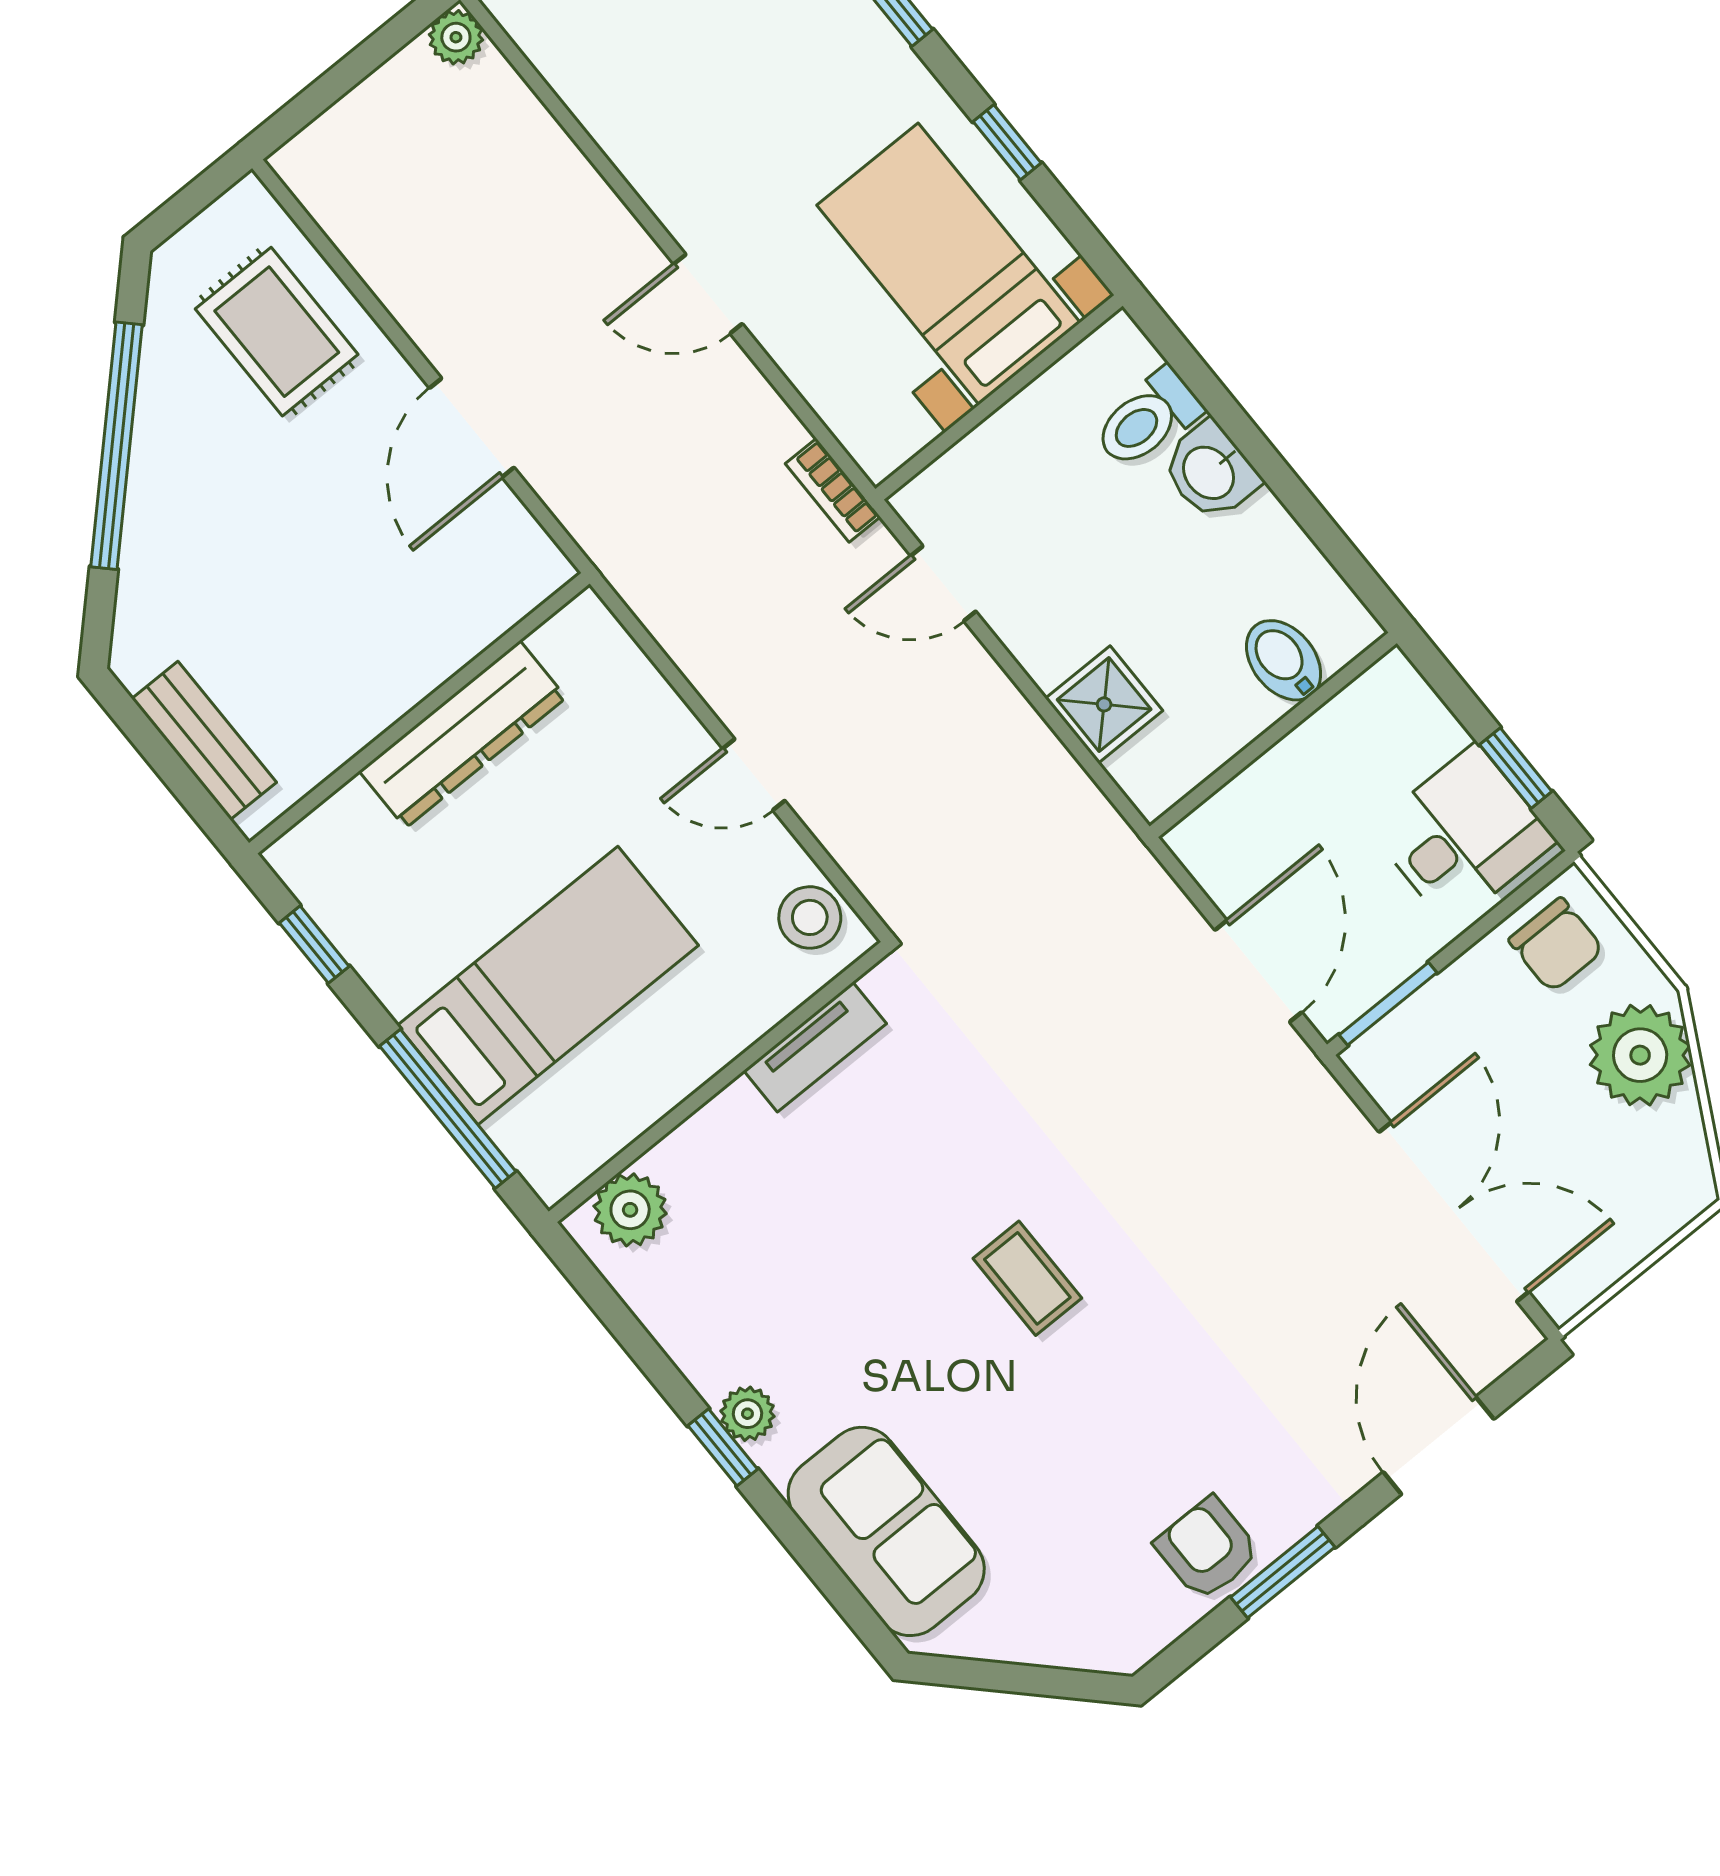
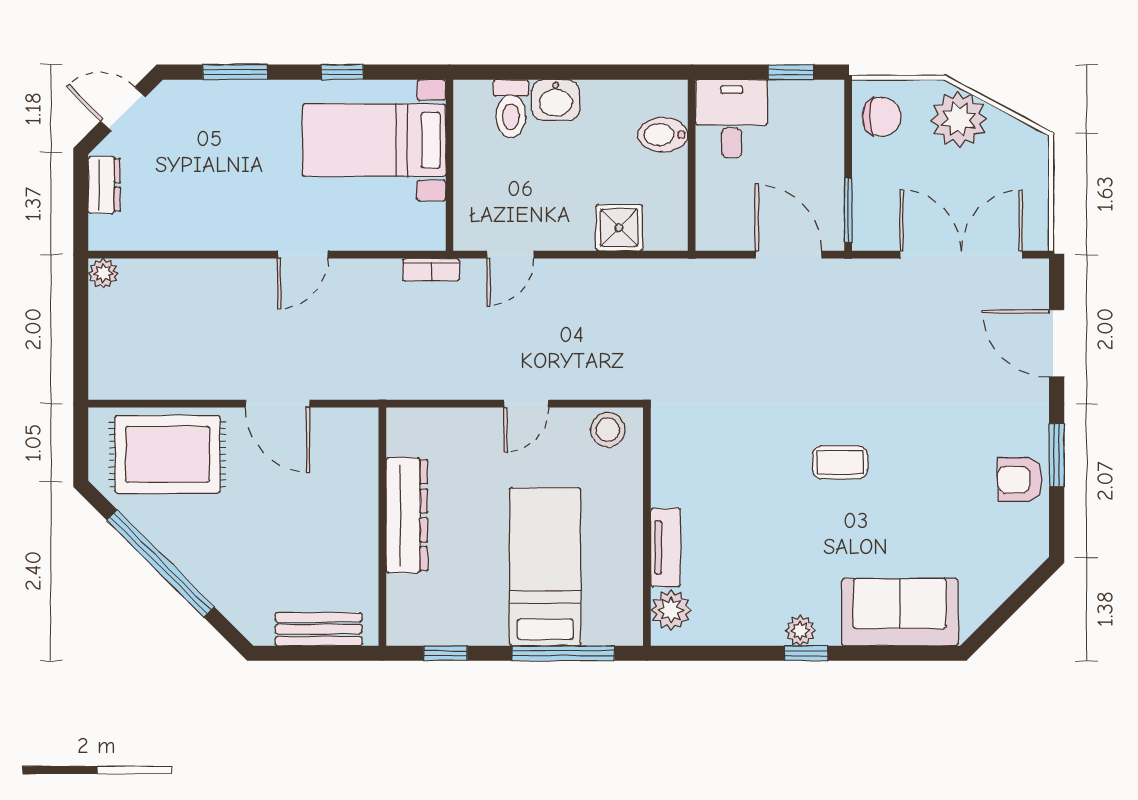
rug: (277, 332) -> (167, 454), width x1.36, depth x1.43
desk: (1463, 835) -> (732, 119), moved
tv unit: (815, 1047) -> (666, 547), moved

